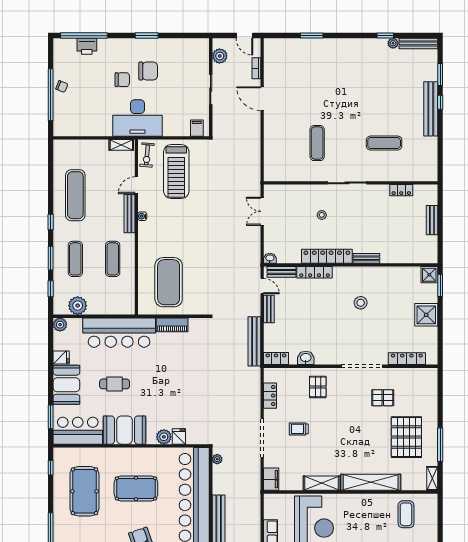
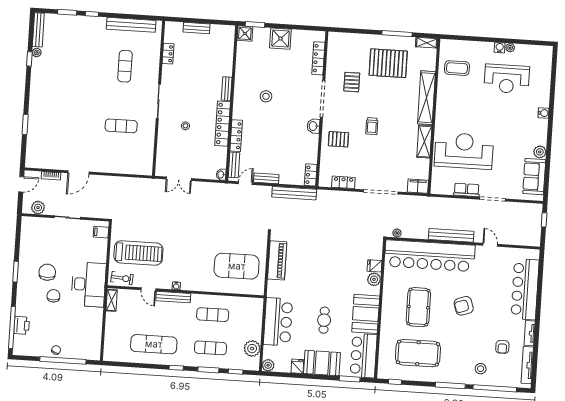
bench: (431, 109) -> (131, 25), moved
piano: (172, 325) -> (277, 260), width x1.37, depth x1.33
bar counter: (119, 333) -> (278, 322), width x0.73
washbasin: (306, 358) -> (313, 126), moved
trolley: (299, 429) -> (372, 126), moved

